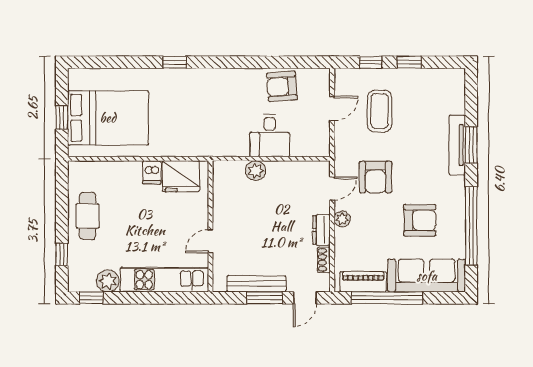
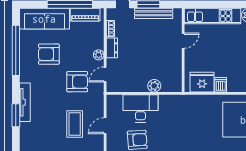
desk: (270, 136) -> (140, 108), width x1.37
window: (471, 145) -> (16, 115), moved
armchair: (376, 177) -> (77, 82), turned 90

